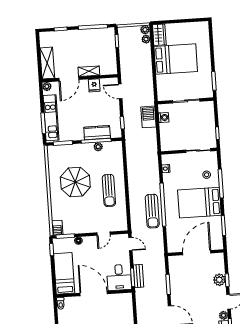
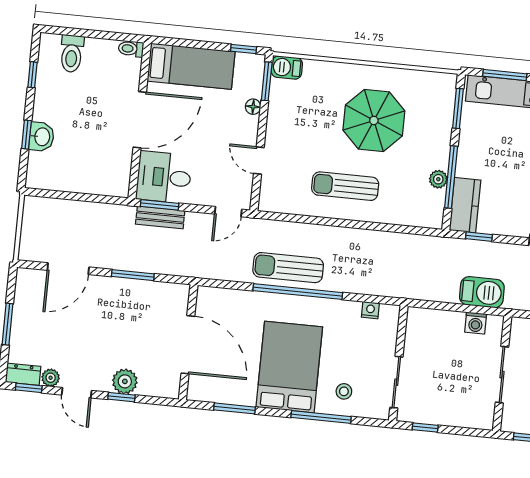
kitchen counter: (97, 133) -> (465, 205), moved

